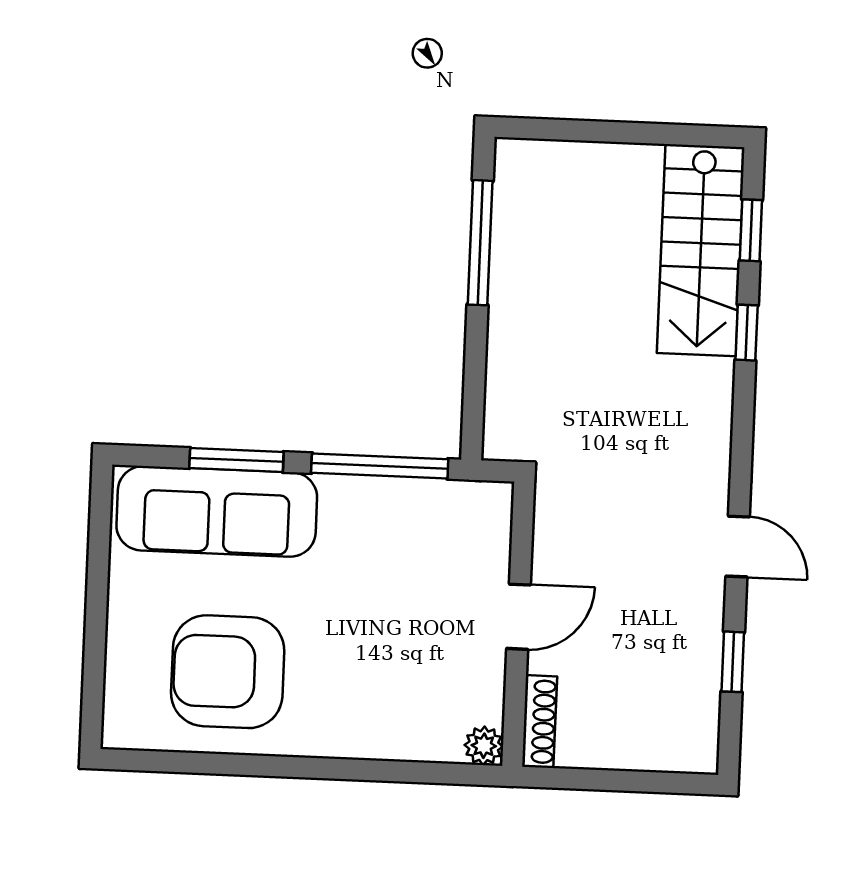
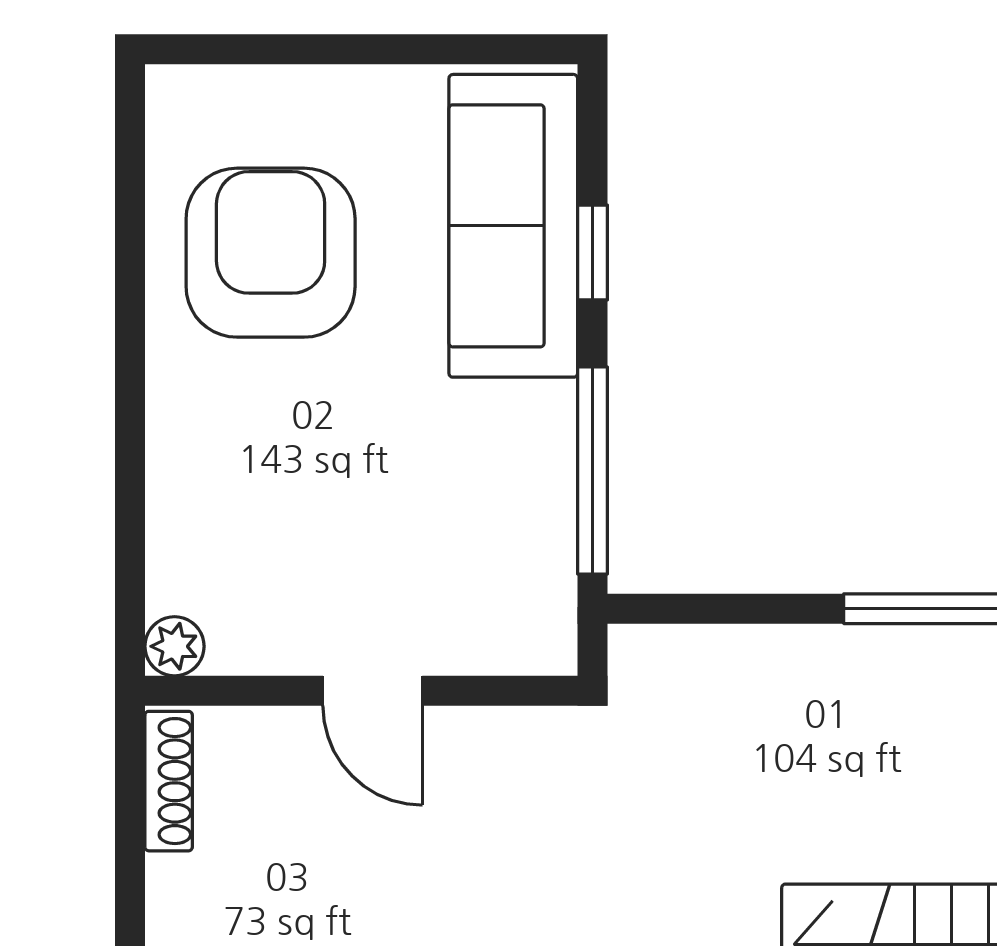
window: (236, 460) -> (593, 253), width x0.67
shoe rack: (540, 722) -> (169, 781), moved, turned -90

